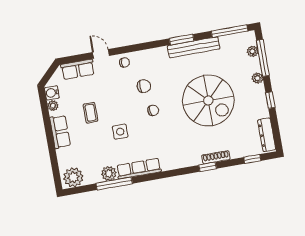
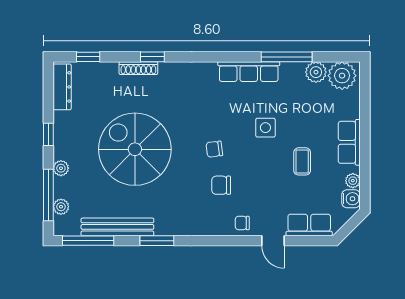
bench: (194, 47) -> (117, 227), moved
plant: (109, 173) -> (316, 72), moved

